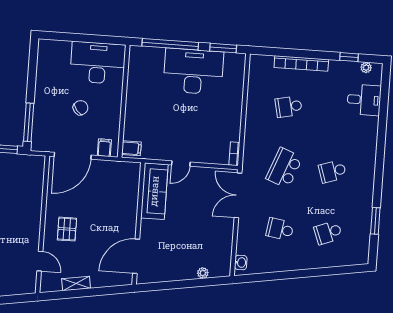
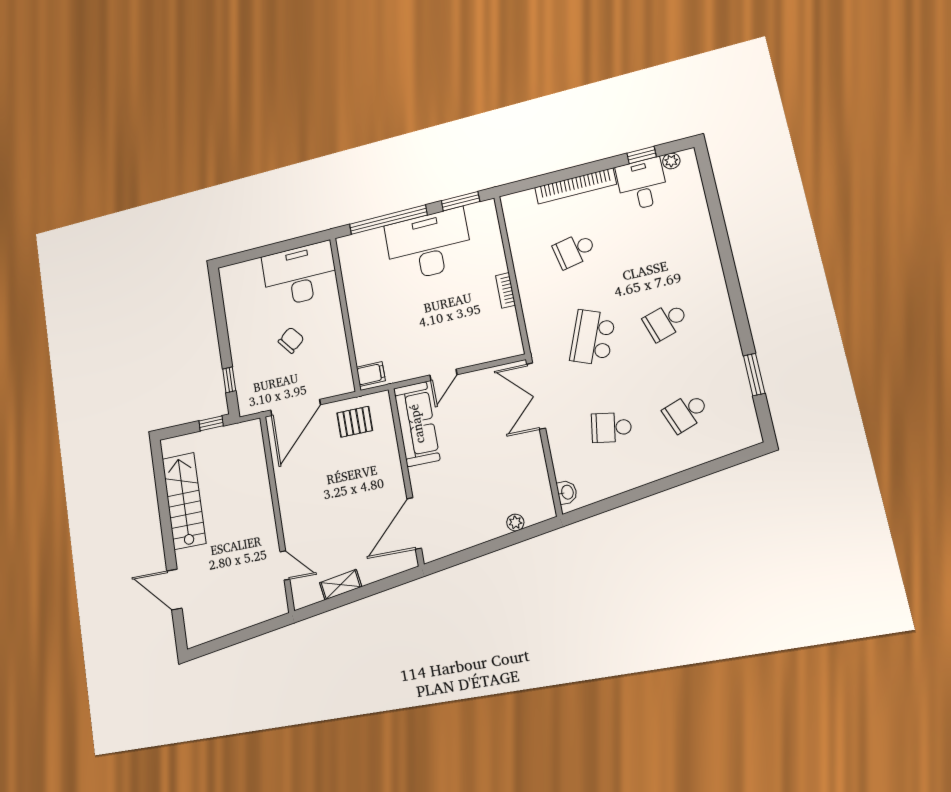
desk: (364, 100) -> (642, 184), moved, turned -90
window: (29, 122) -> (229, 380), width x0.46
filing cabinet: (104, 148) -> (335, 384), removed
bookcase: (234, 154) -> (505, 290), moved
pallet: (67, 229) -> (355, 422), moved, turned 90

